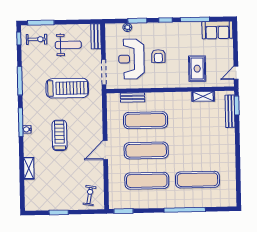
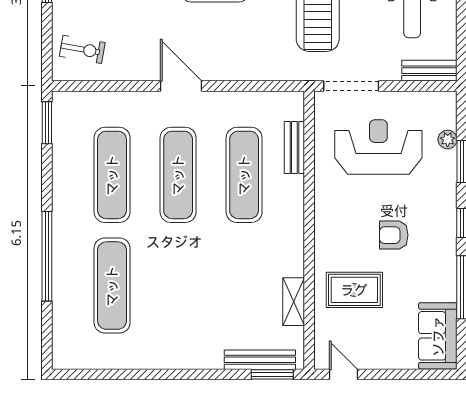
armchair: (158, 56) -> (394, 235), moved

